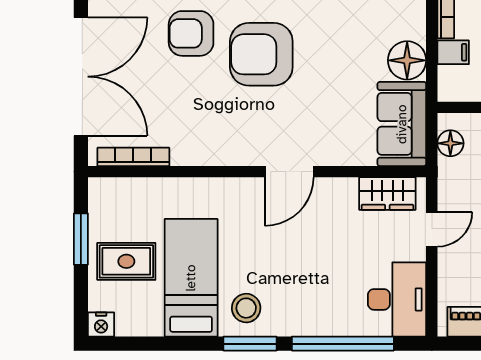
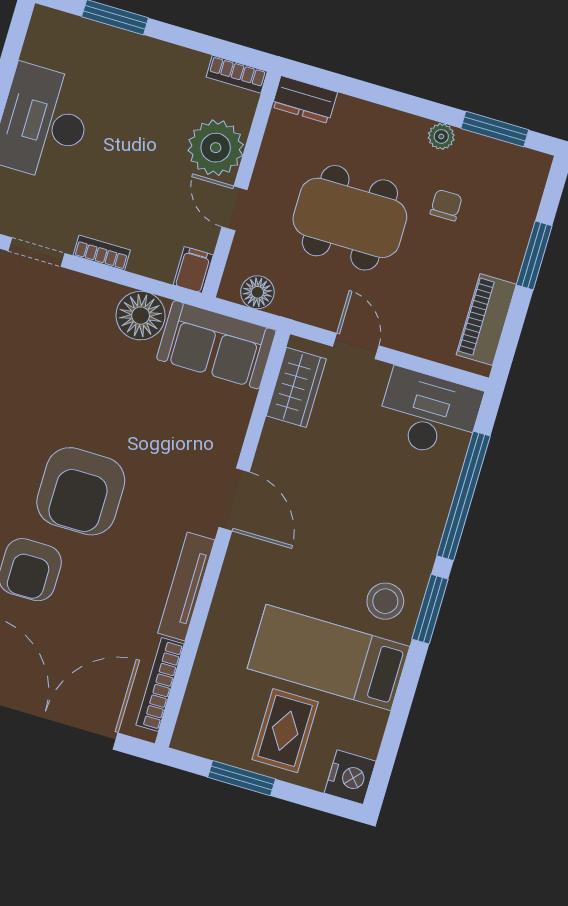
filing cabinet: (453, 52) -> (193, 270), moved
tv unit: (213, 155) -> (186, 587), added
nightstand: (101, 325) -> (350, 777), width x1.36, depth x1.33

